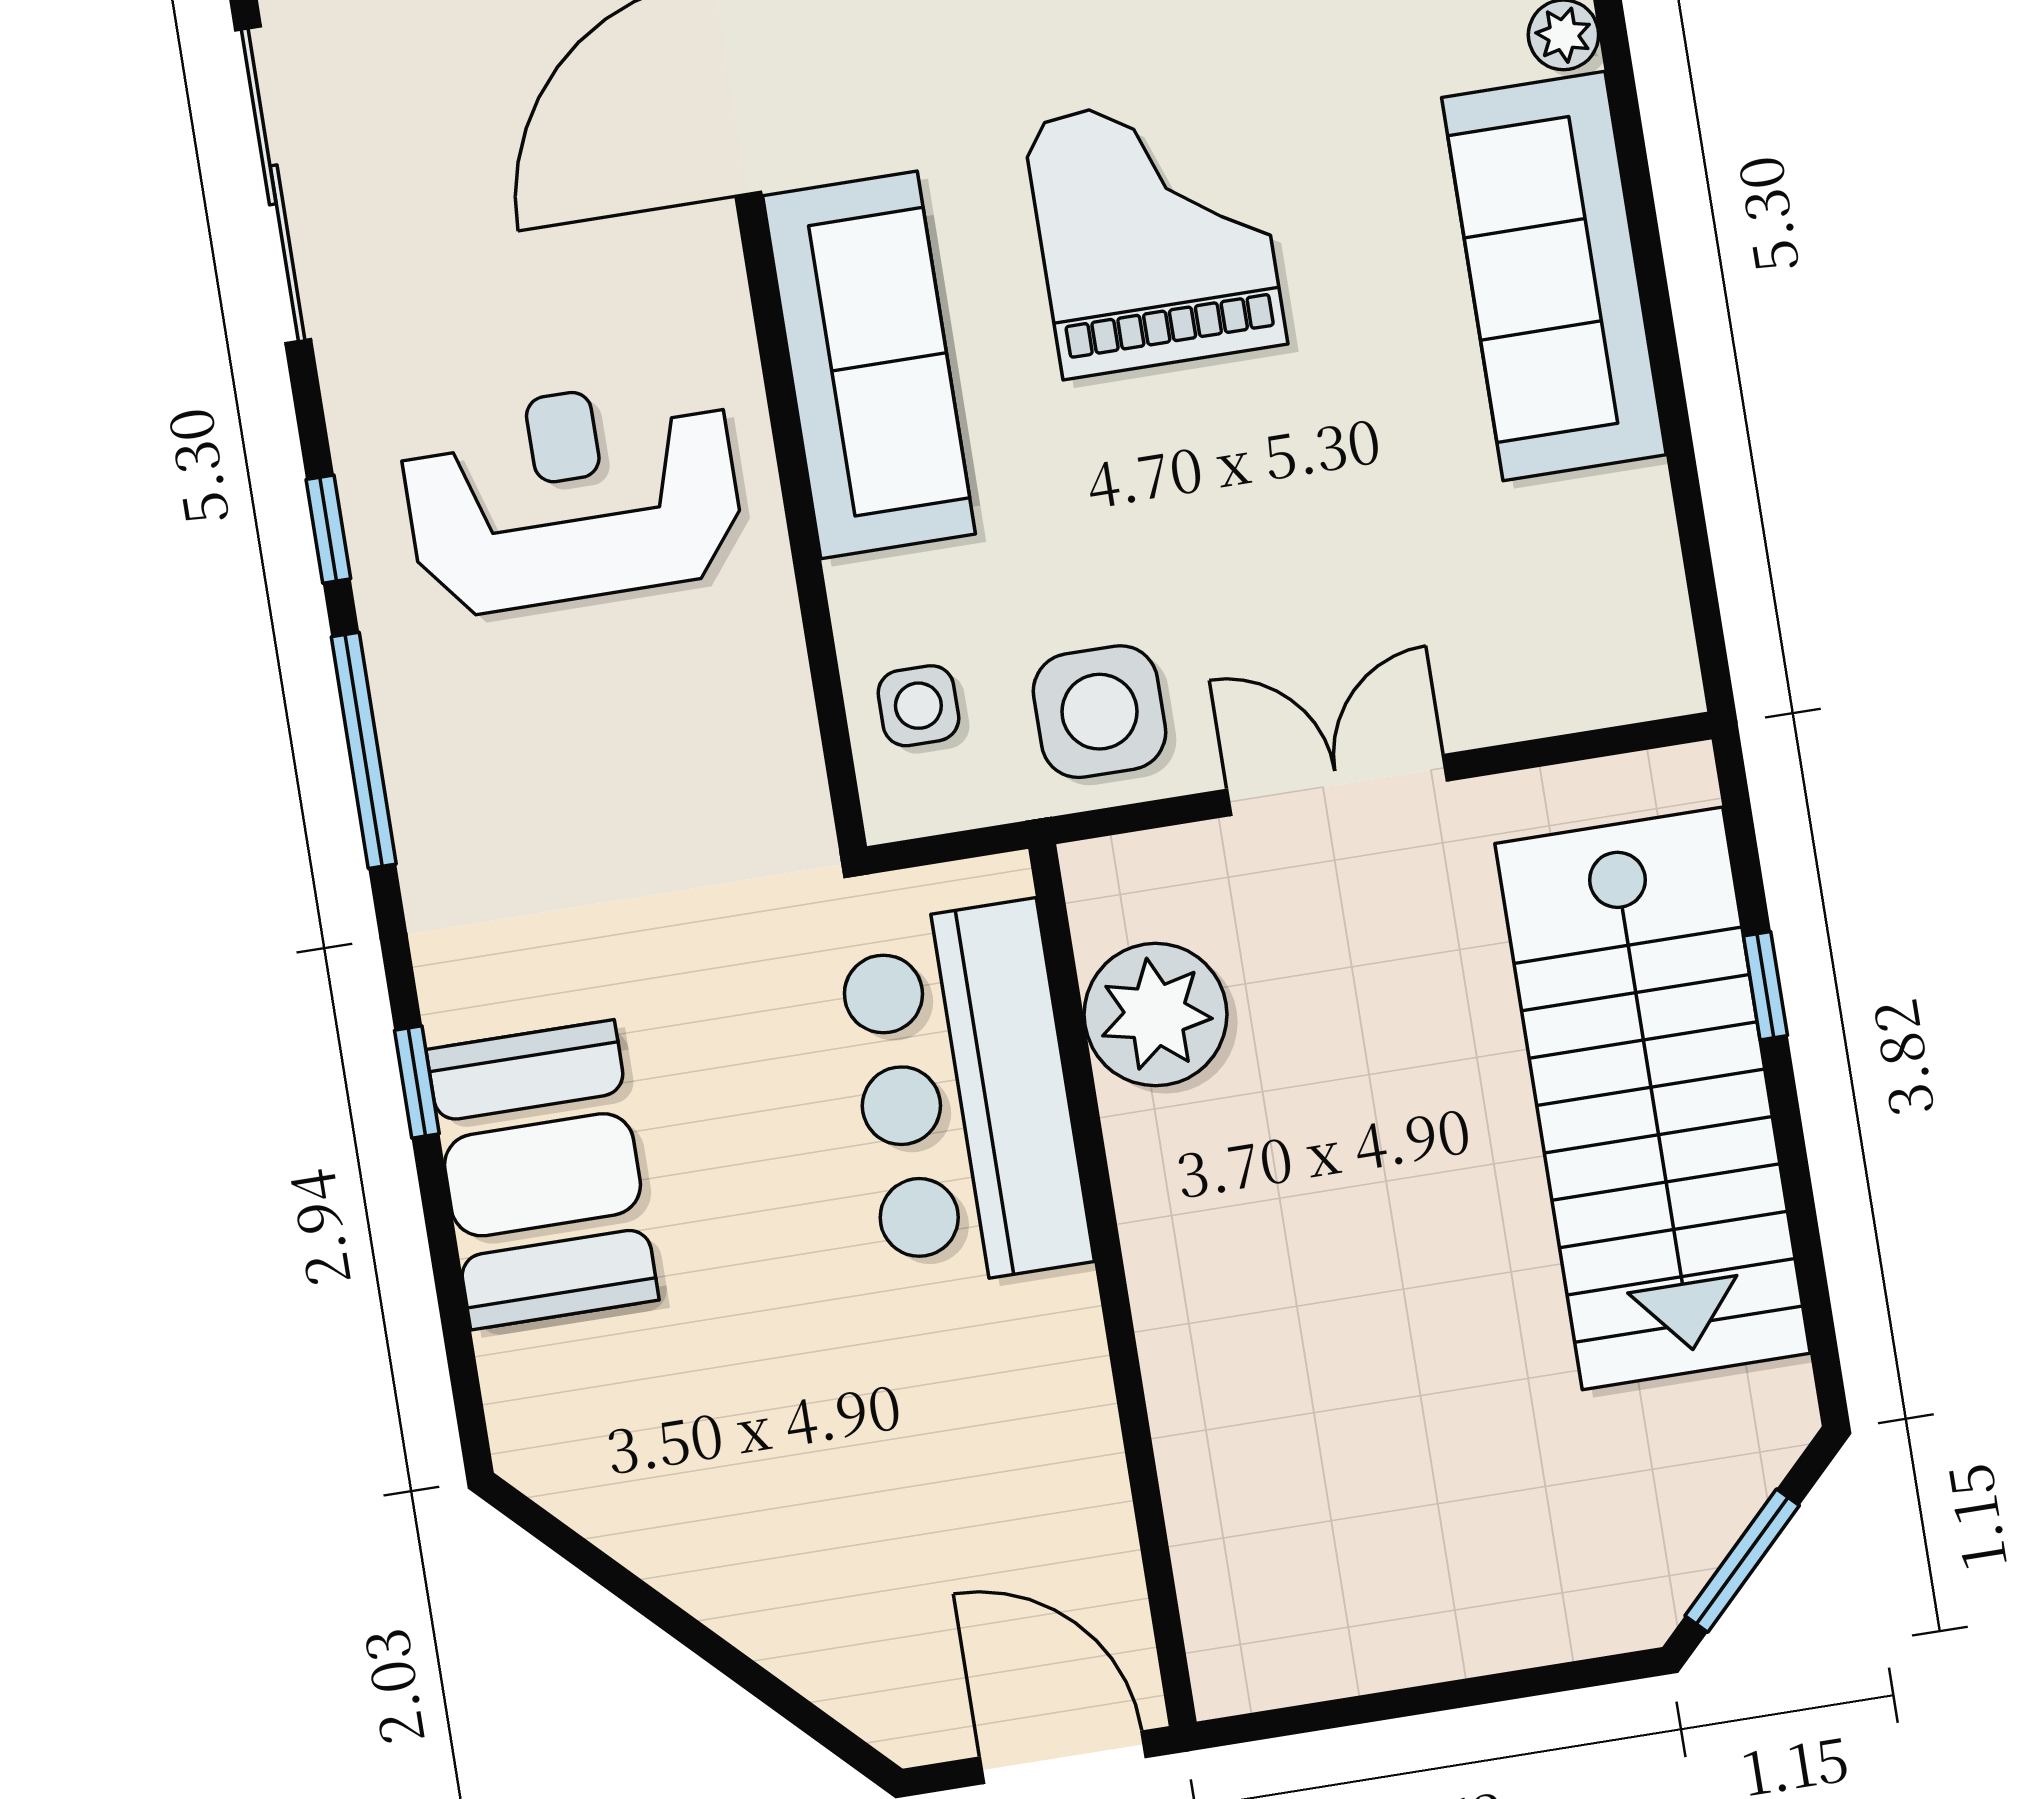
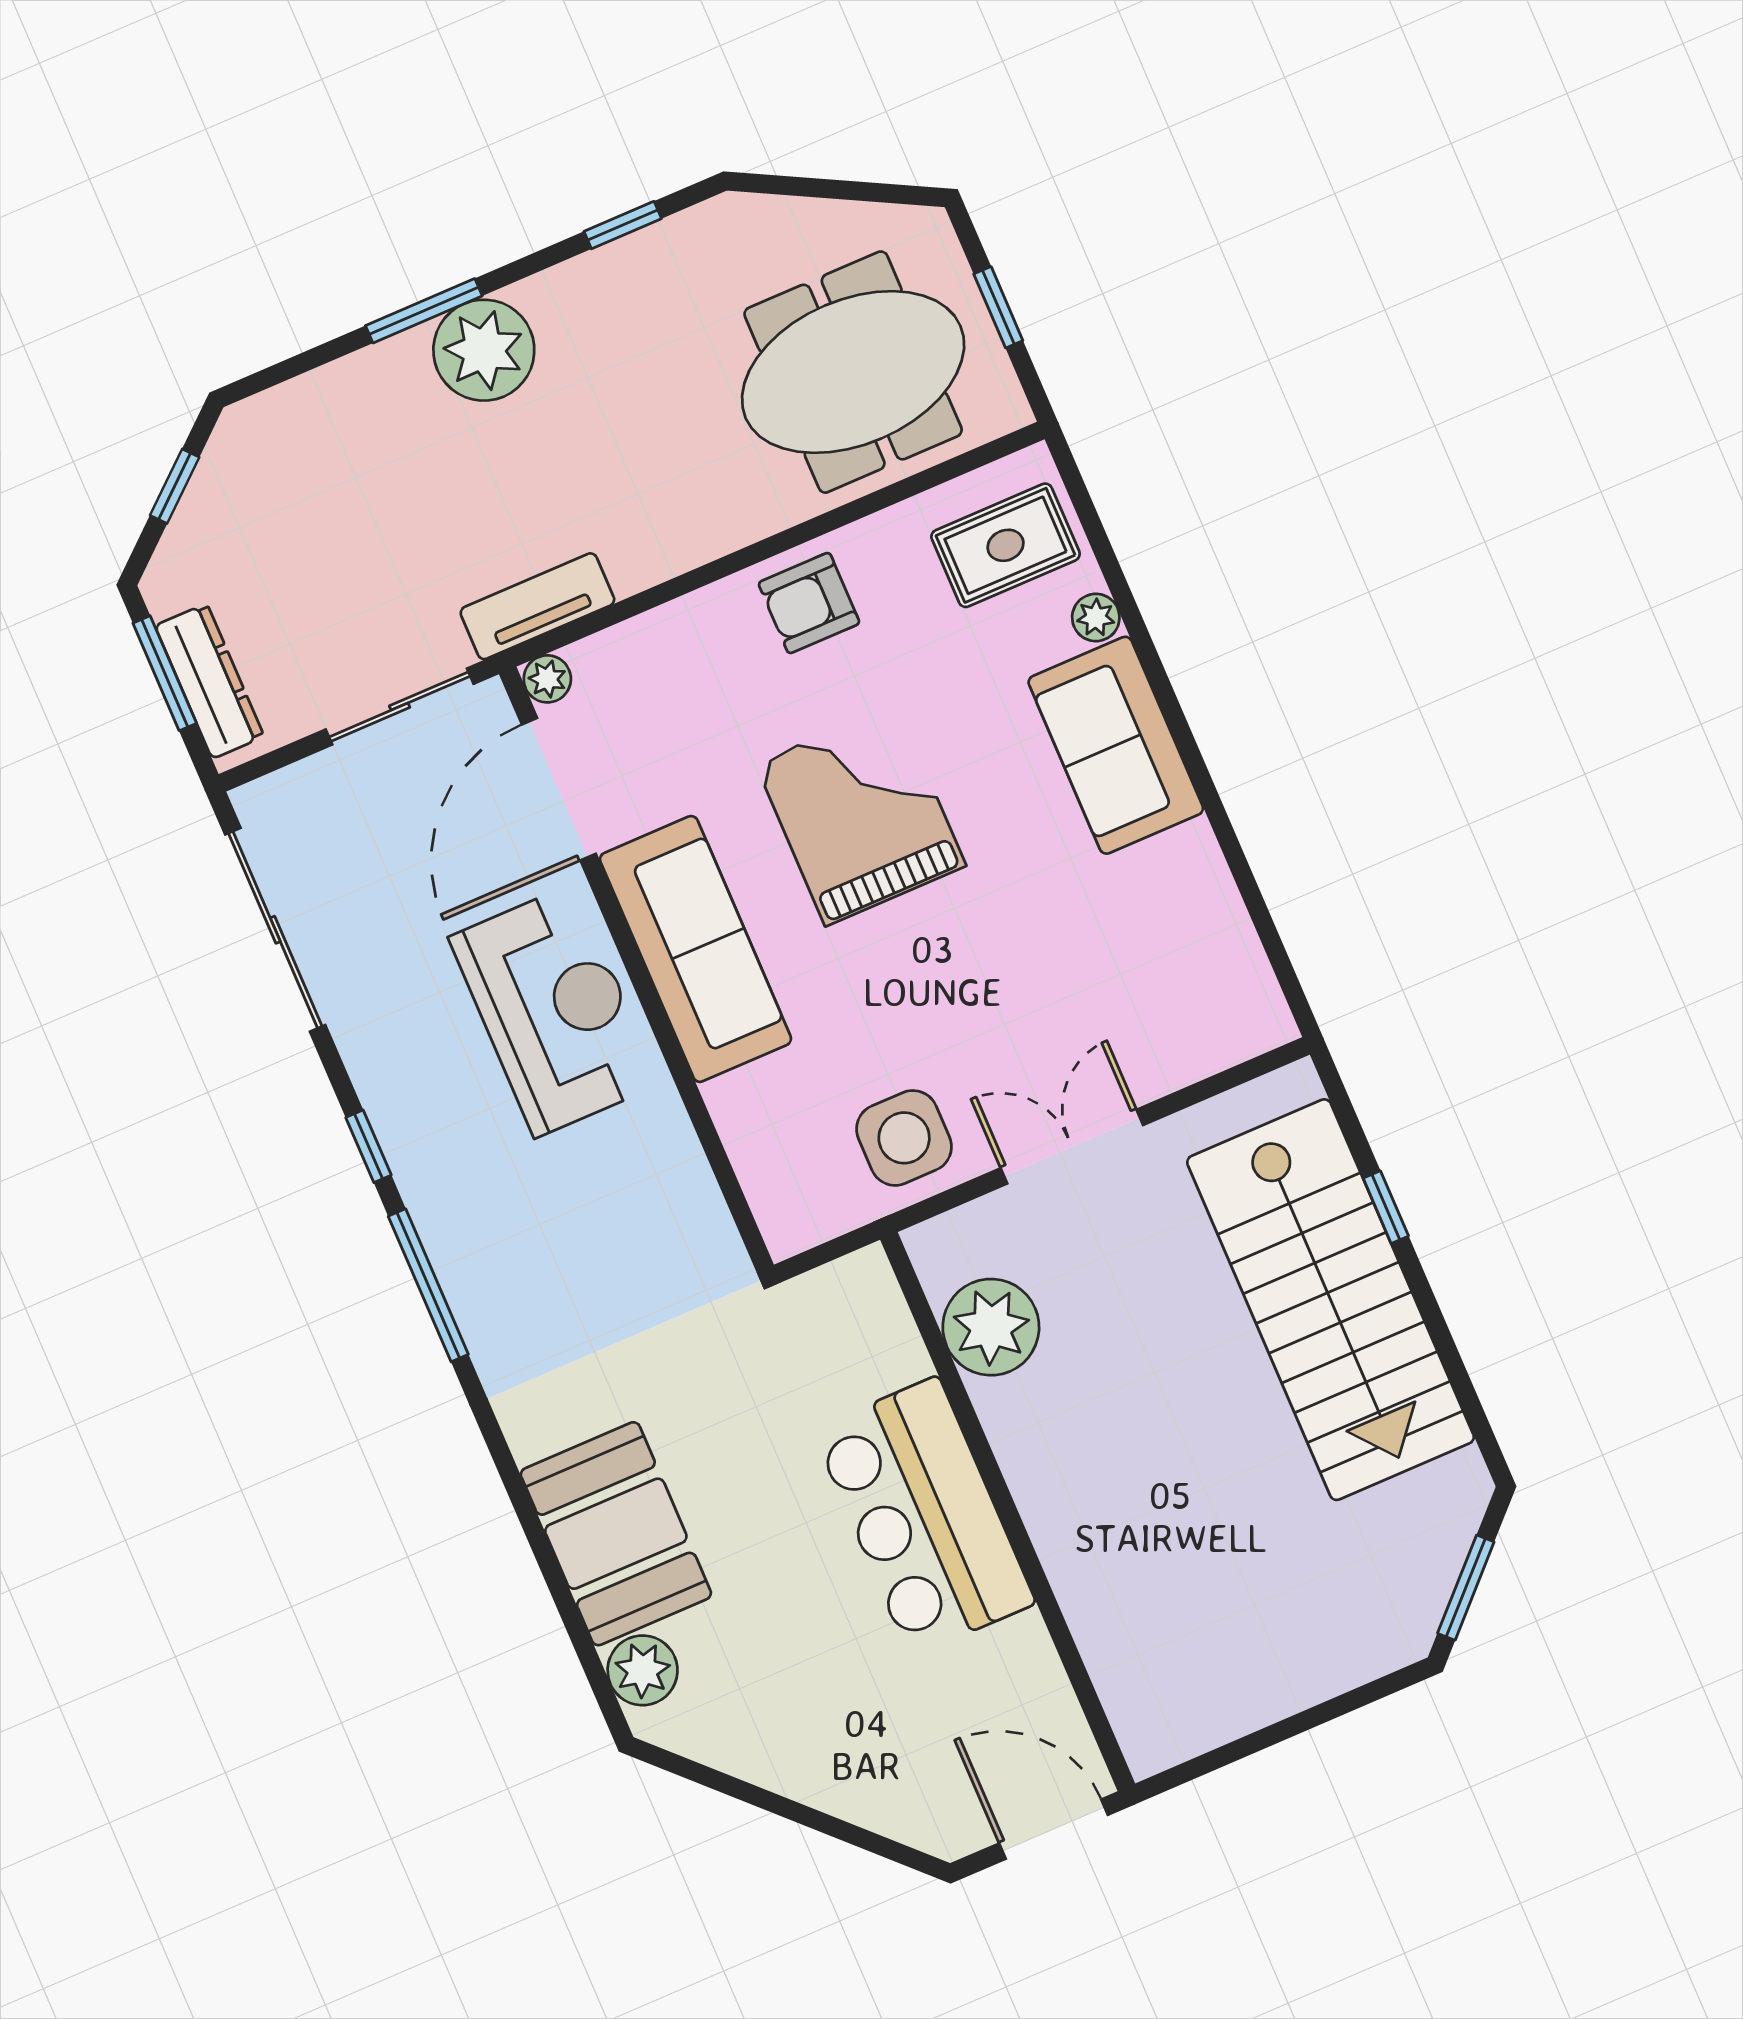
sofa: (1554, 276) -> (1116, 745), width x0.73
reception desk: (572, 496) -> (554, 1011), moved, turned 90
side table: (918, 706) -> (784, 1164), removed
window: (417, 1082) -> (518, 1494), removed
bar counter: (964, 1096) -> (924, 1516), moved
plant: (531, 1380) -> (643, 1670), added

